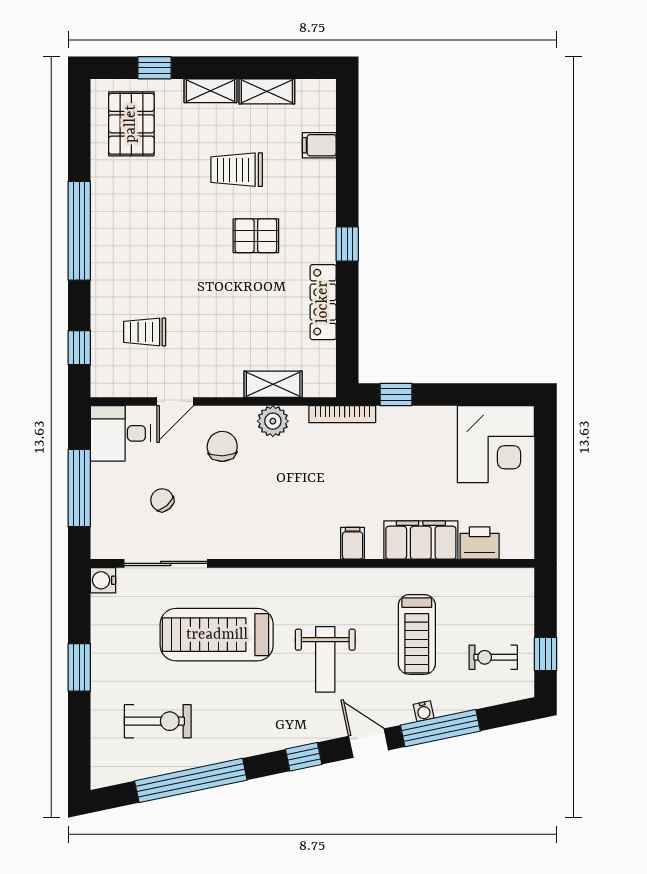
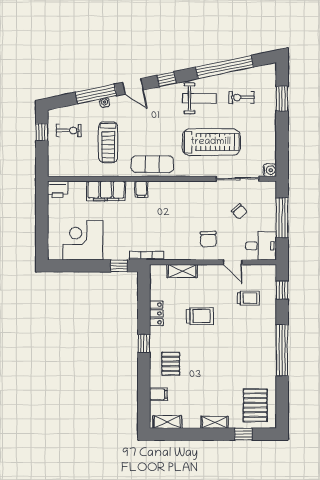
shelving: (267, 91) -> (167, 422), moved
trolley: (237, 170) -> (200, 316), moved
pallet: (256, 236) -> (171, 364), moved, turned 90
locker: (323, 302) -> (156, 313), width x0.66
door: (175, 401) -> (233, 262), swing flipped
plant: (273, 421) -> (182, 252), removed
corner desk: (496, 444) -> (83, 240), moved
printer: (480, 543) -> (58, 189), moved
exercise mat: (331, 592) -> (152, 164), added
treadmill: (417, 634) -> (108, 142), turned 180
weight bench: (325, 659) -> (200, 98), moved, turned 90
window: (79, 667) -> (282, 99), moved
exercise bike: (158, 721) -> (242, 98), width x0.73, depth x0.72

